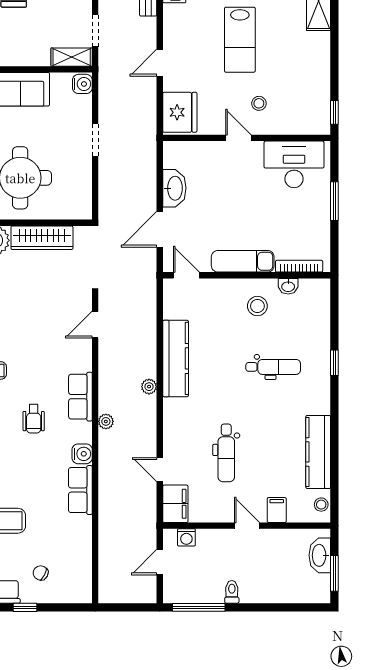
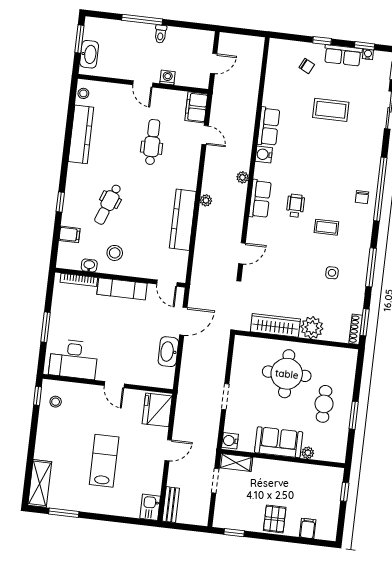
stool: (259, 103) -> (56, 402), moved
dental chair: (273, 367) -> (108, 204), turned -69
wheelchair: (34, 419) -> (295, 206), moved
filing cabinet: (277, 510) -> (69, 234), moved, turned -90
washing machine: (186, 537) -> (168, 78), moved
window: (199, 607) -> (142, 20), moved

